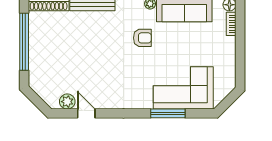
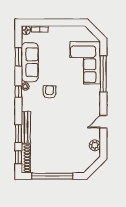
door: (86, 113) -> (103, 122), moved
window: (168, 113) -> (103, 74), width x1.46

